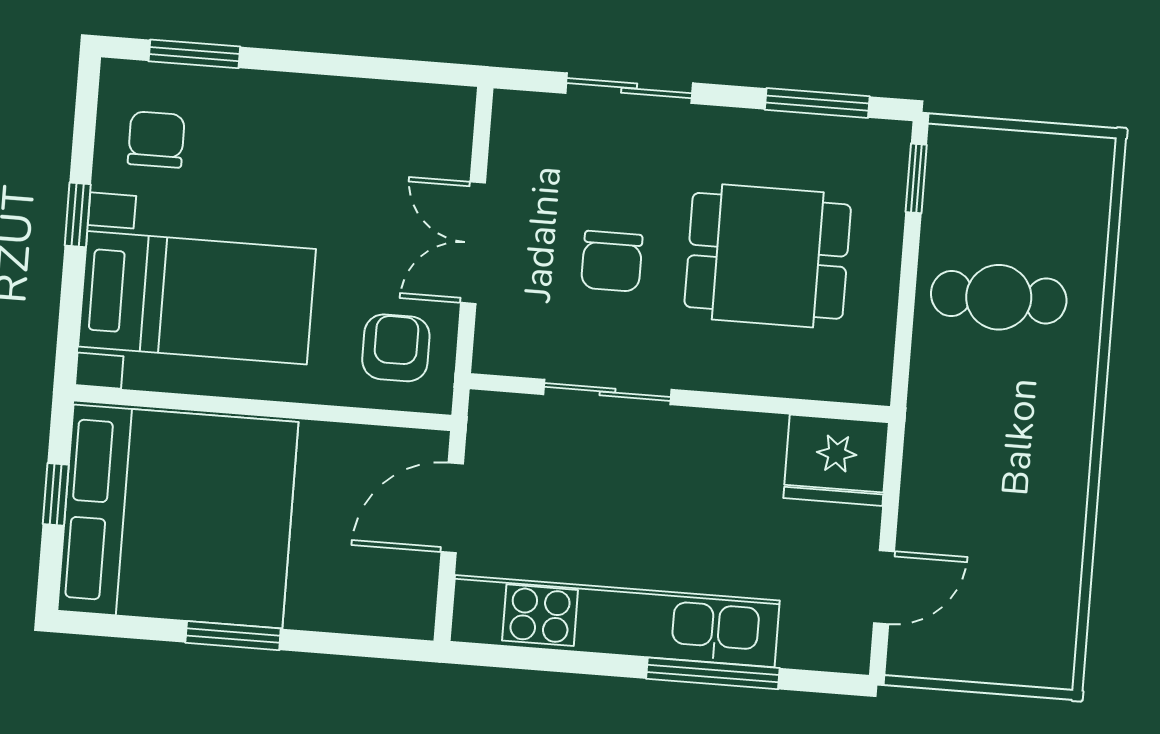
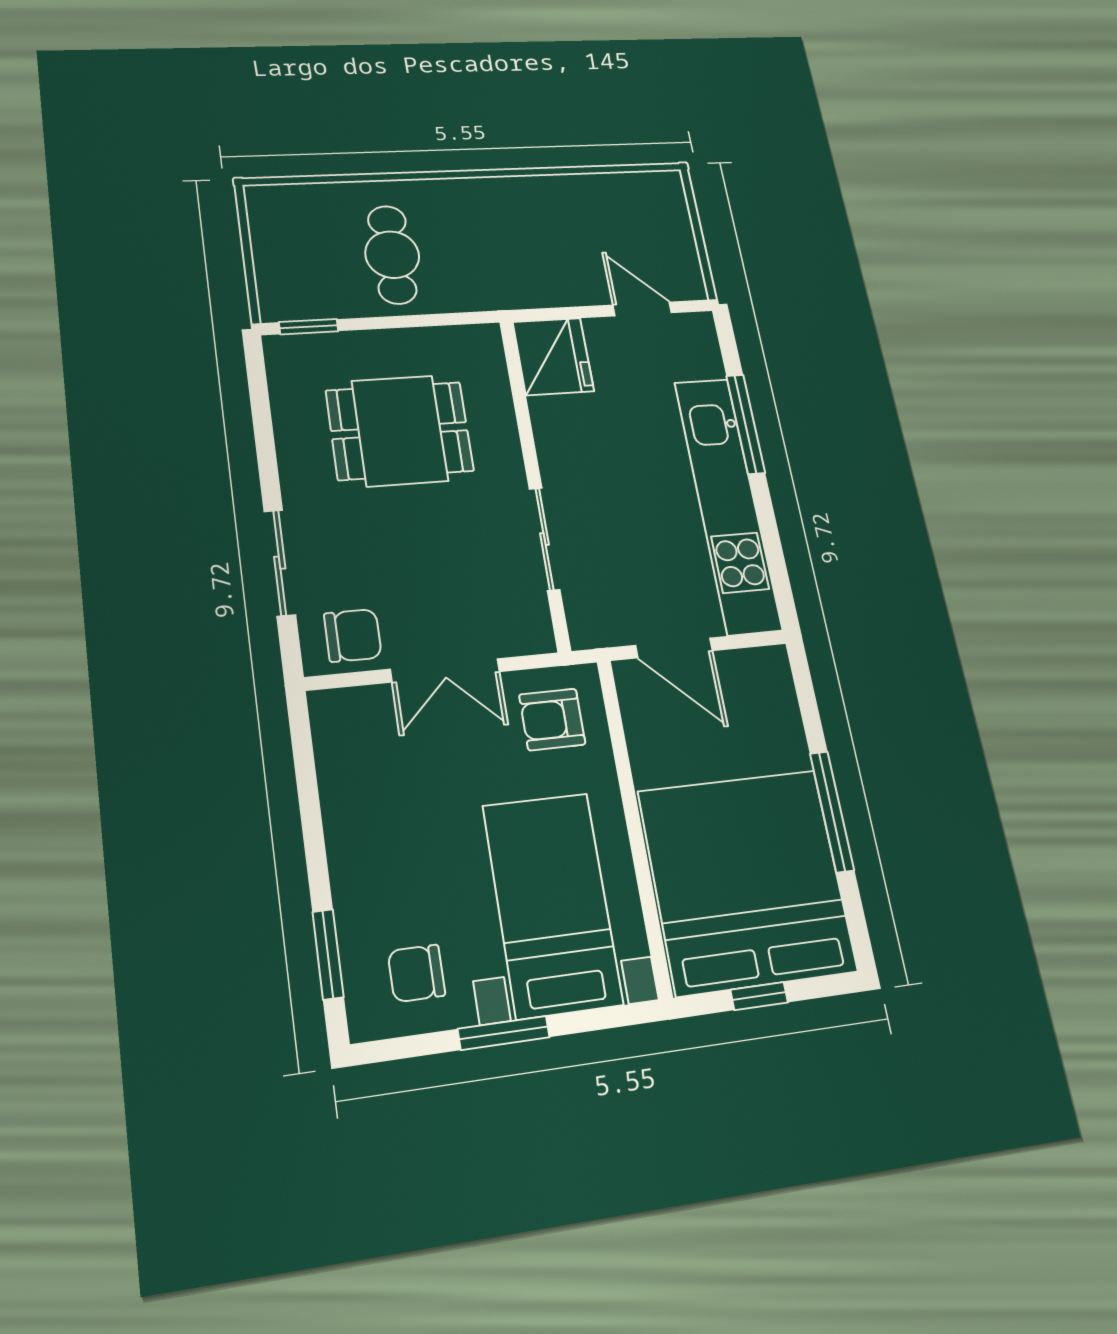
window: (817, 103) -> (261, 410), removed
window: (78, 215) -> (504, 1033), width x1.50
dining table: (768, 256) -> (400, 431), turned 90
chair: (612, 261) -> (353, 635), moved
window: (233, 636) -> (832, 812), width x1.44

